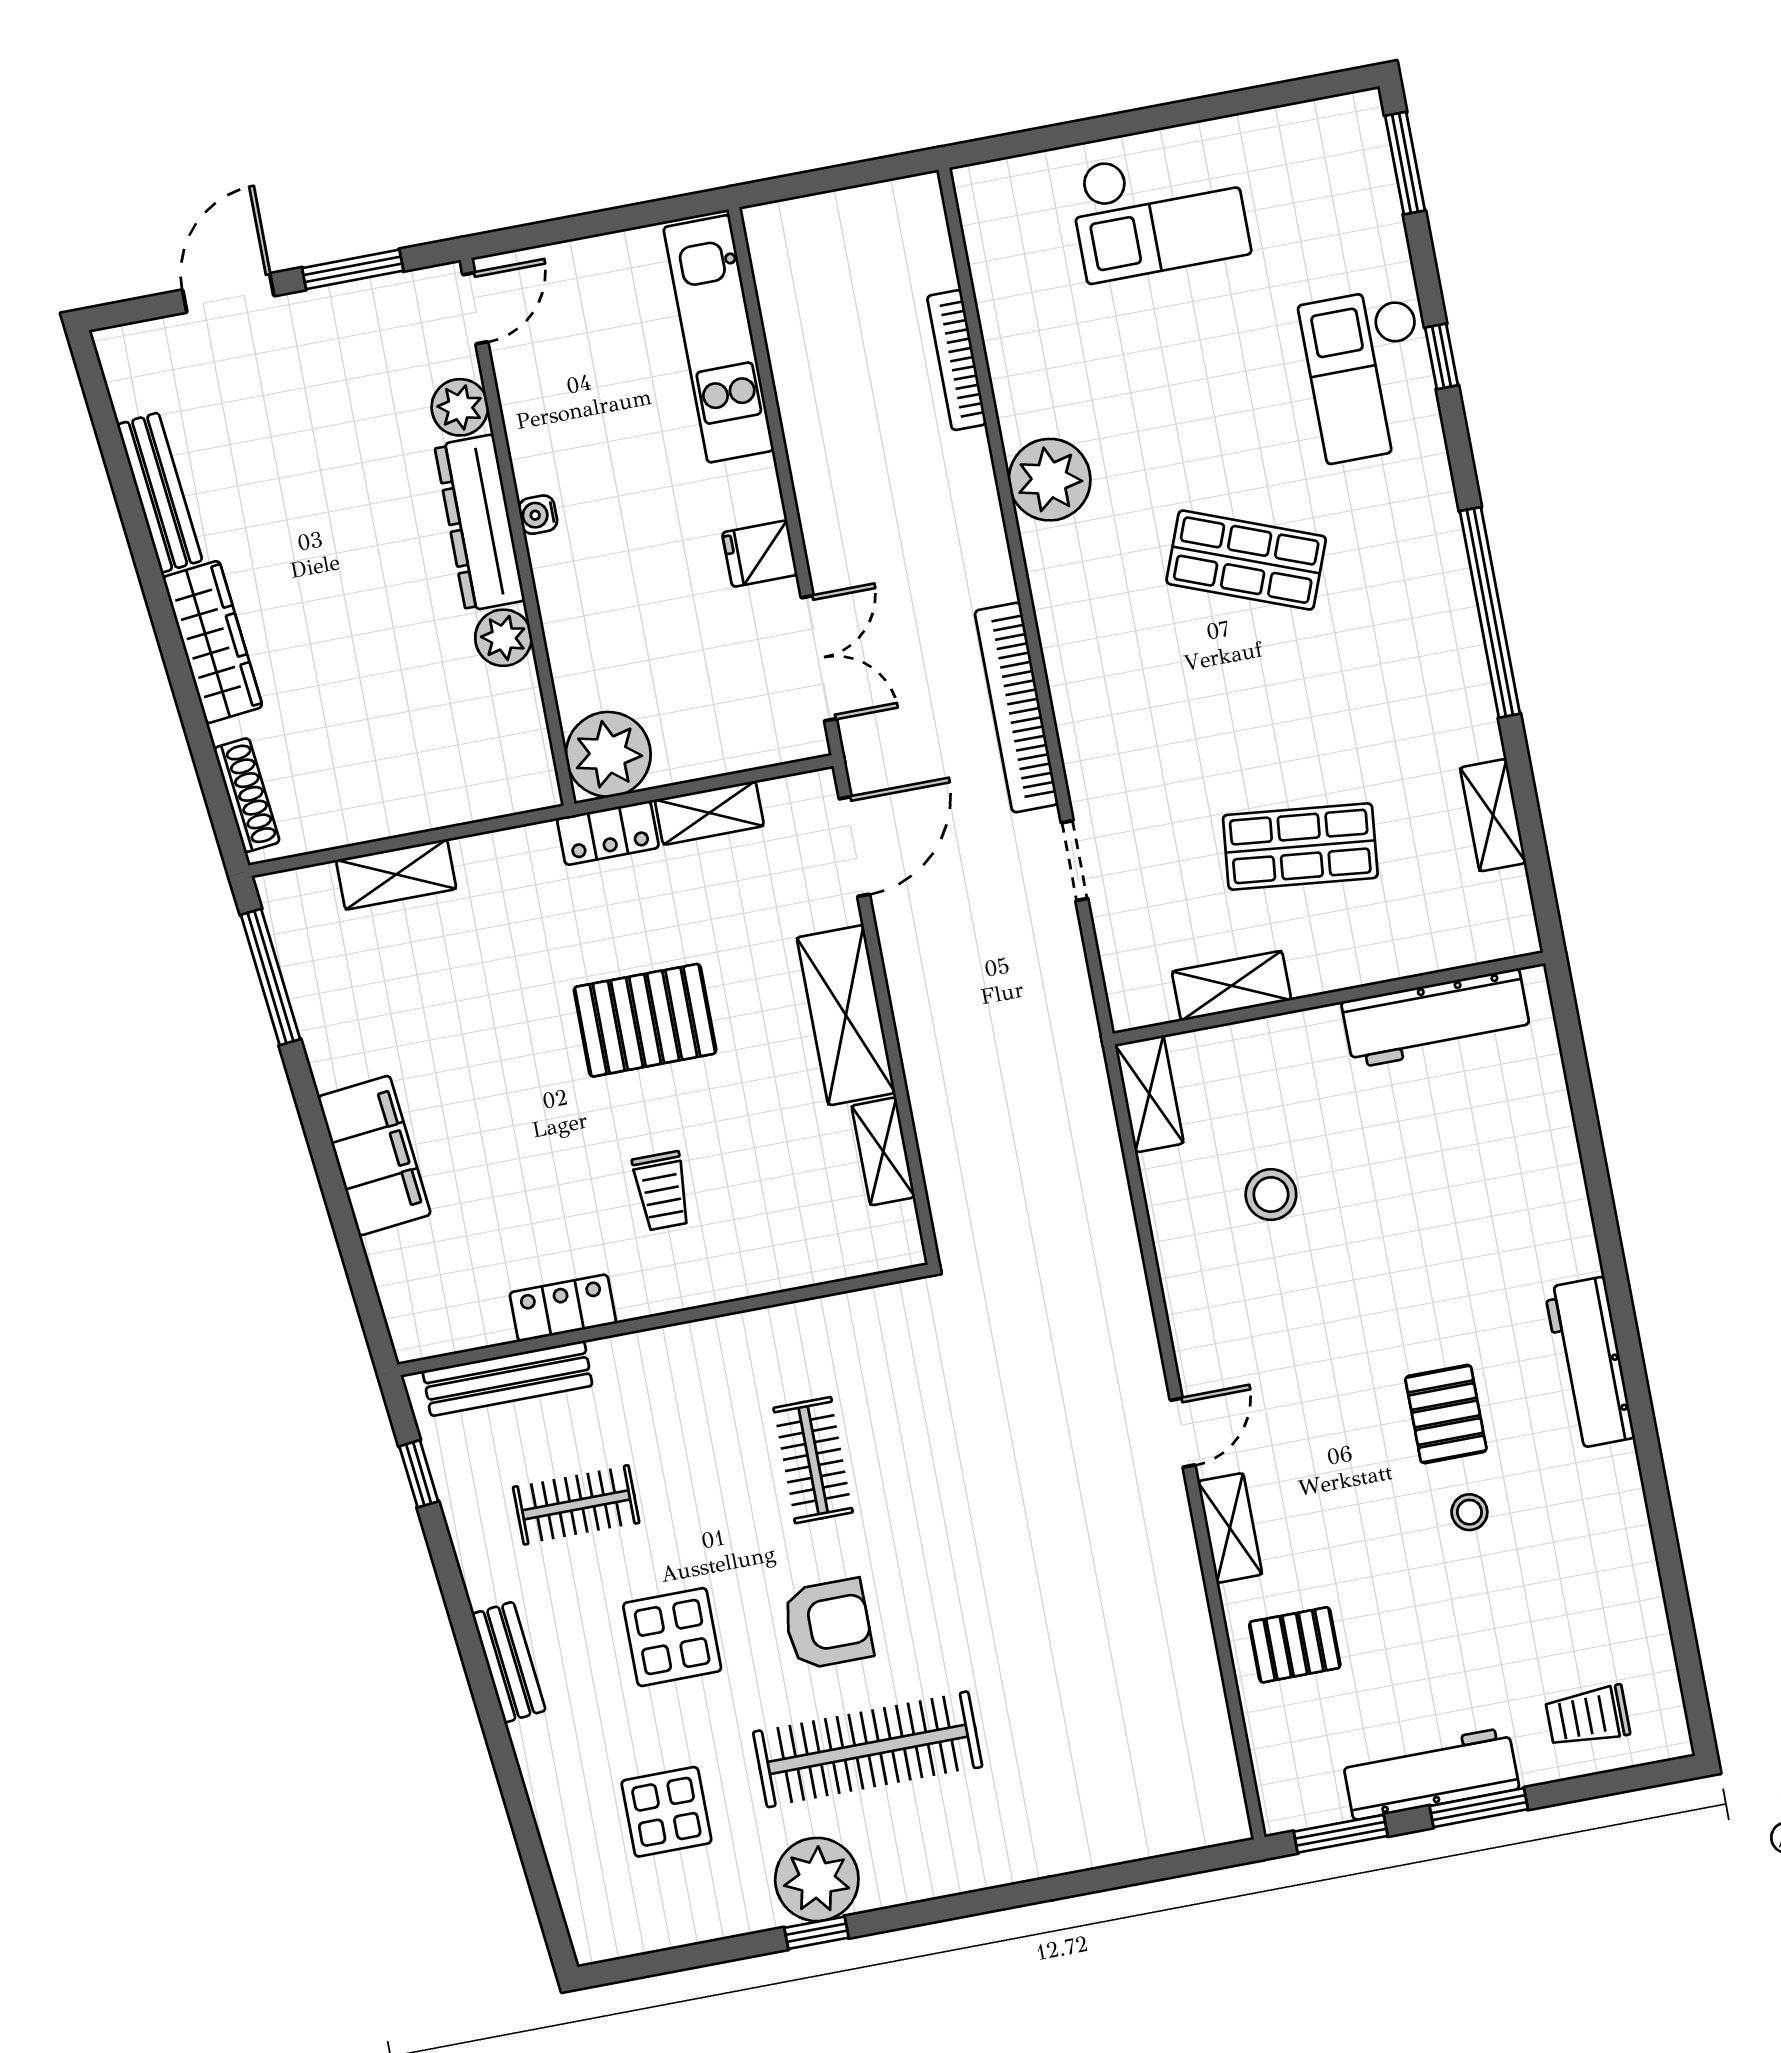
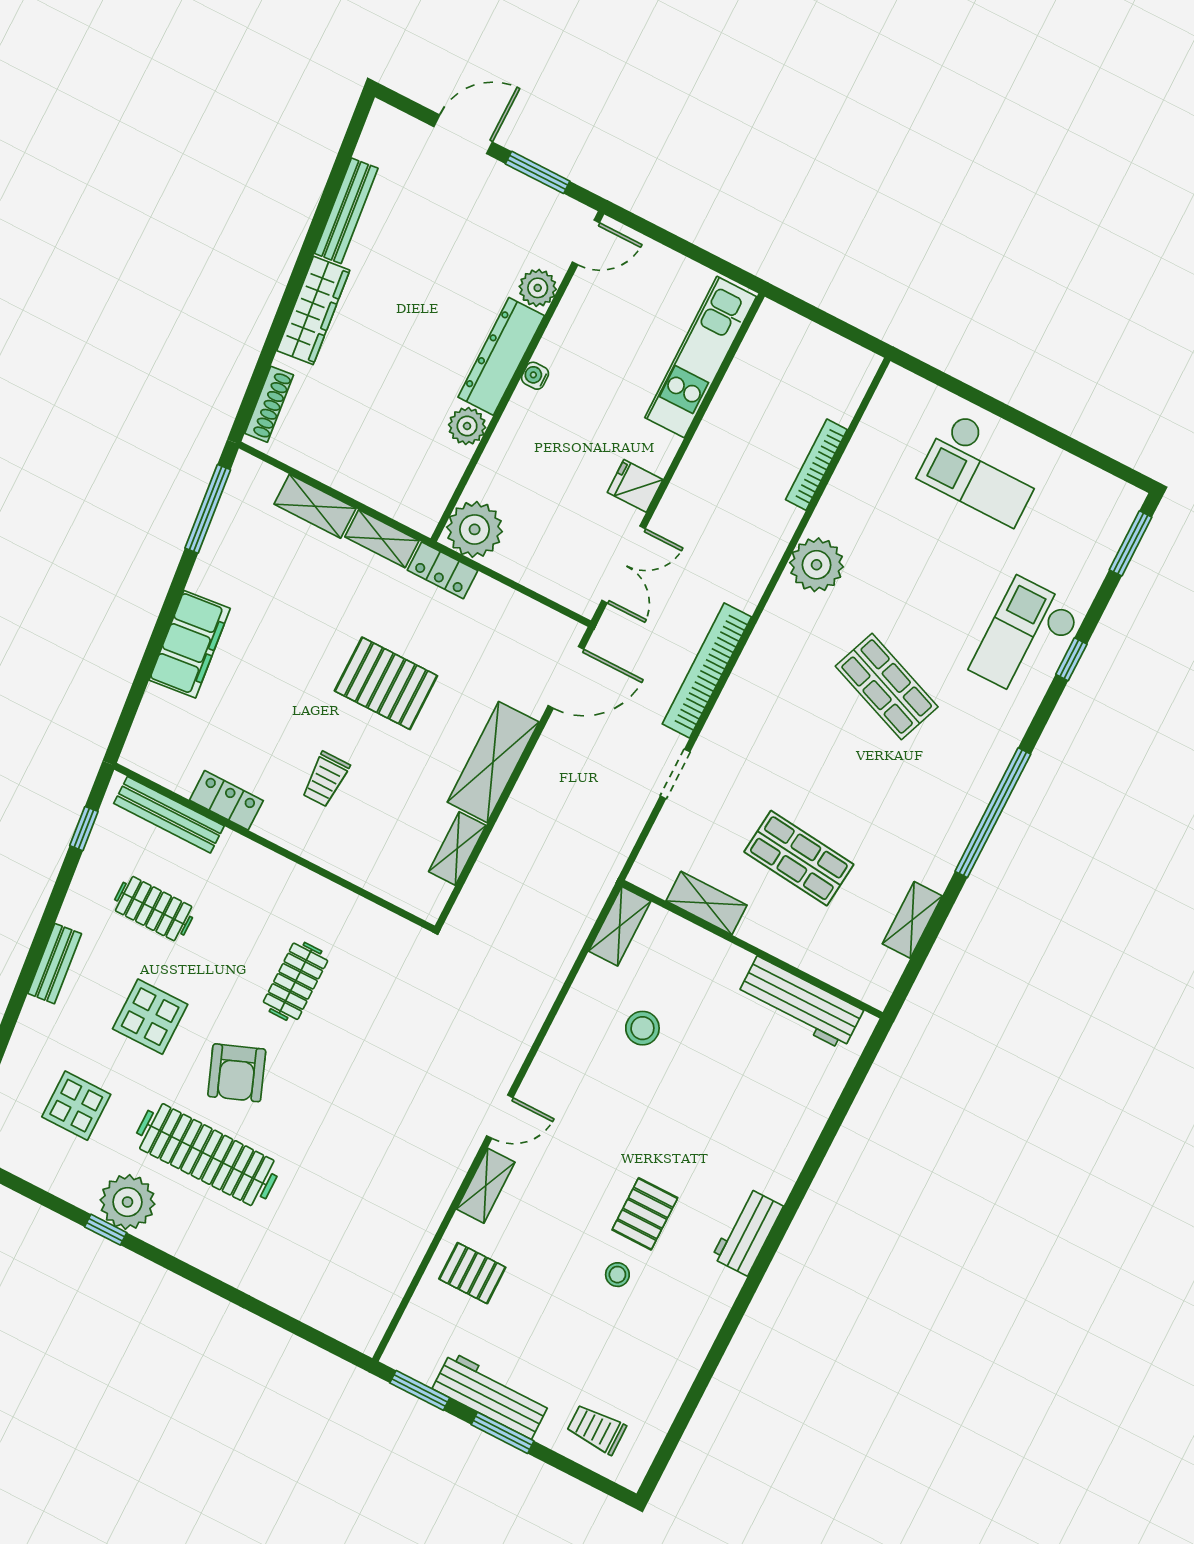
shelving: (709, 813) -> (382, 539), moved
workbench: (1589, 1363) -> (747, 1232), width x0.73
armchair: (828, 1624) -> (237, 1073), turned 69

